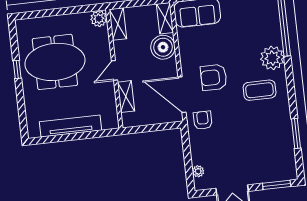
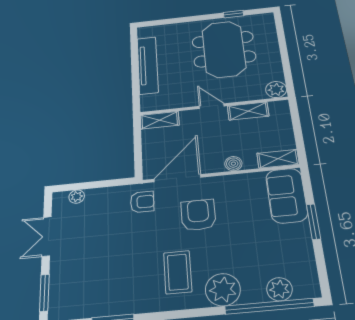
plant: (271, 19) -> (279, 289), added
shelving: (118, 24) -> (248, 111), moved
boiler: (163, 47) -> (233, 164), width x0.54, depth x0.54
window: (17, 69) -> (234, 14), moved
shelving: (126, 97) -> (160, 120), moved

